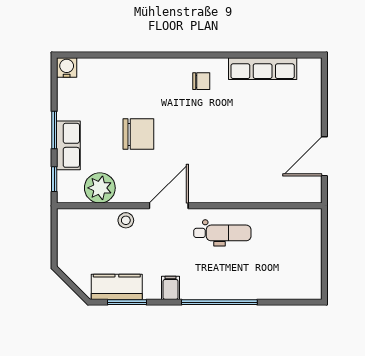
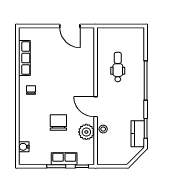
water cooler: (67, 67) -> (24, 147), moved
plant: (100, 188) -> (86, 132), moved
dental chair: (222, 233) -> (118, 67), moved
filing cabinet: (171, 288) -> (138, 106), removed

